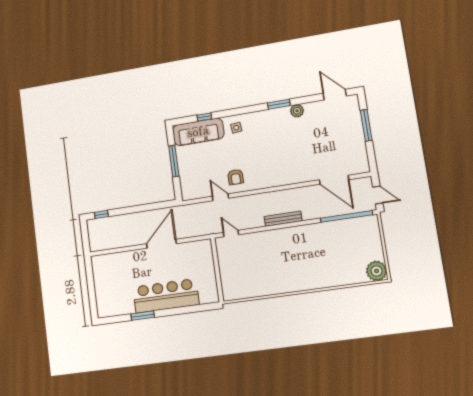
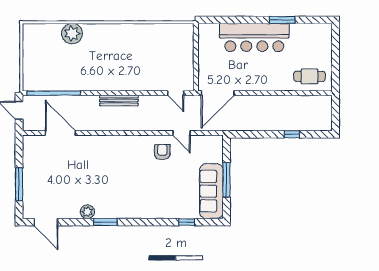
side table: (236, 128) -> (154, 205), removed
sofa: (198, 132) -> (211, 191), moved, turned -90
window: (101, 214) -> (292, 134), moved
door: (161, 244) -> (218, 93), moved
cafe table: (112, 267) -> (309, 76), added
plant: (377, 271) -> (72, 34), moved

